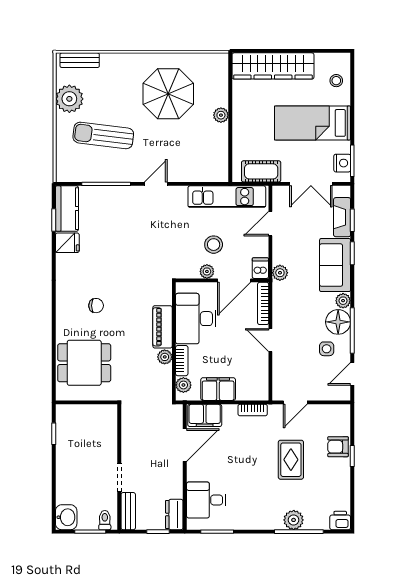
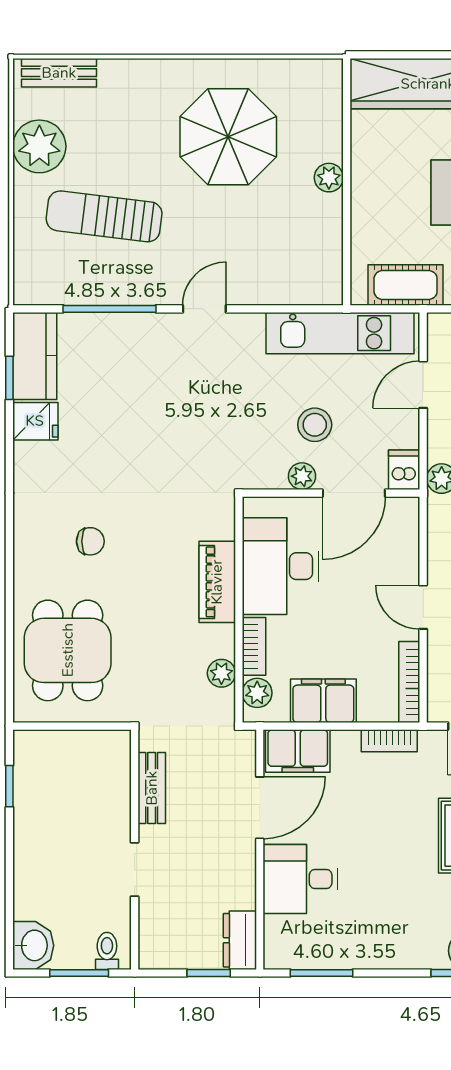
bookcase: (263, 303) -> (409, 682), moved
plant: (165, 357) -> (221, 673), moved
dining table: (84, 363) -> (68, 650), turned 90
desk: (206, 500) -> (300, 879), moved
bench: (128, 511) -> (152, 788), moved

